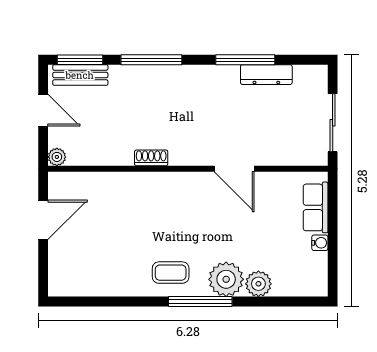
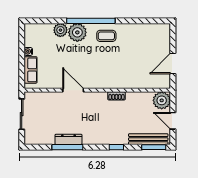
window: (151, 60) -> (116, 147), width x0.46
bench: (80, 75) -> (148, 139), width x1.36
dresser: (266, 75) -> (68, 139), moved
plant: (57, 157) -> (162, 100), width x1.87, depth x1.87
window: (200, 302) -> (91, 21), width x1.46

